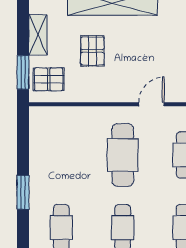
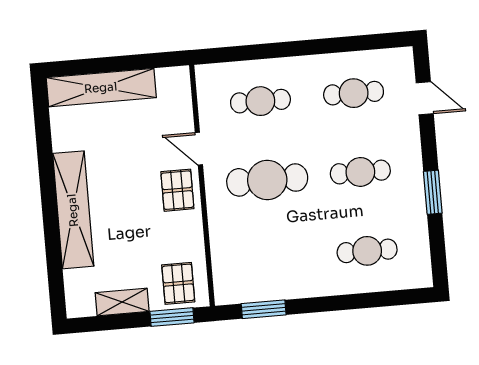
pallet: (92, 51) -> (177, 190), moved, turned 90
window: (23, 192) -> (264, 309), moved

